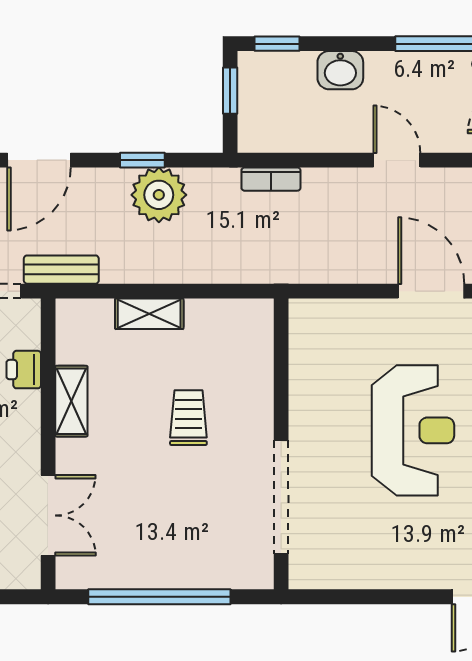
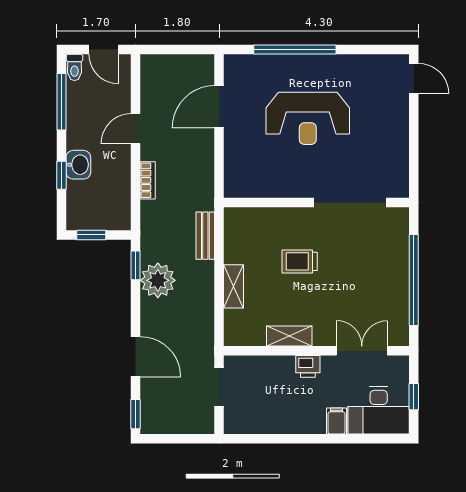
window: (277, 44) -> (61, 175), moved
window: (142, 160) -> (136, 265), moved
bookcase: (271, 179) -> (148, 180), moved
bench: (61, 270) -> (205, 236), moved
printer: (24, 370) -> (308, 366), moved
reception desk: (413, 430) -> (308, 118), turned 180

